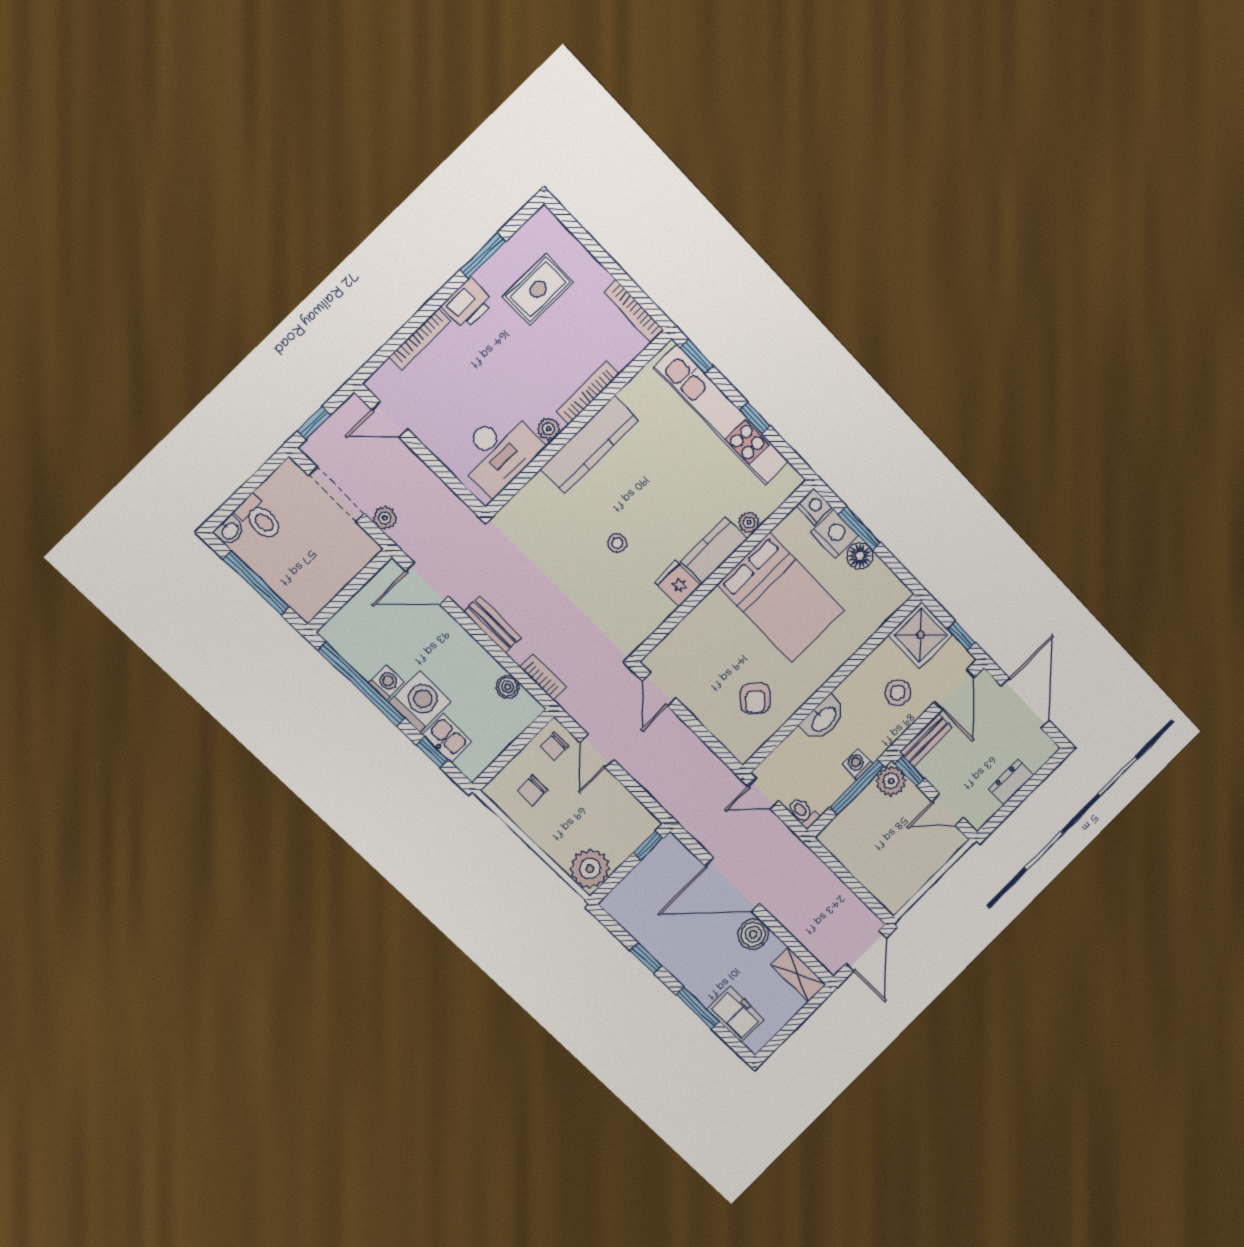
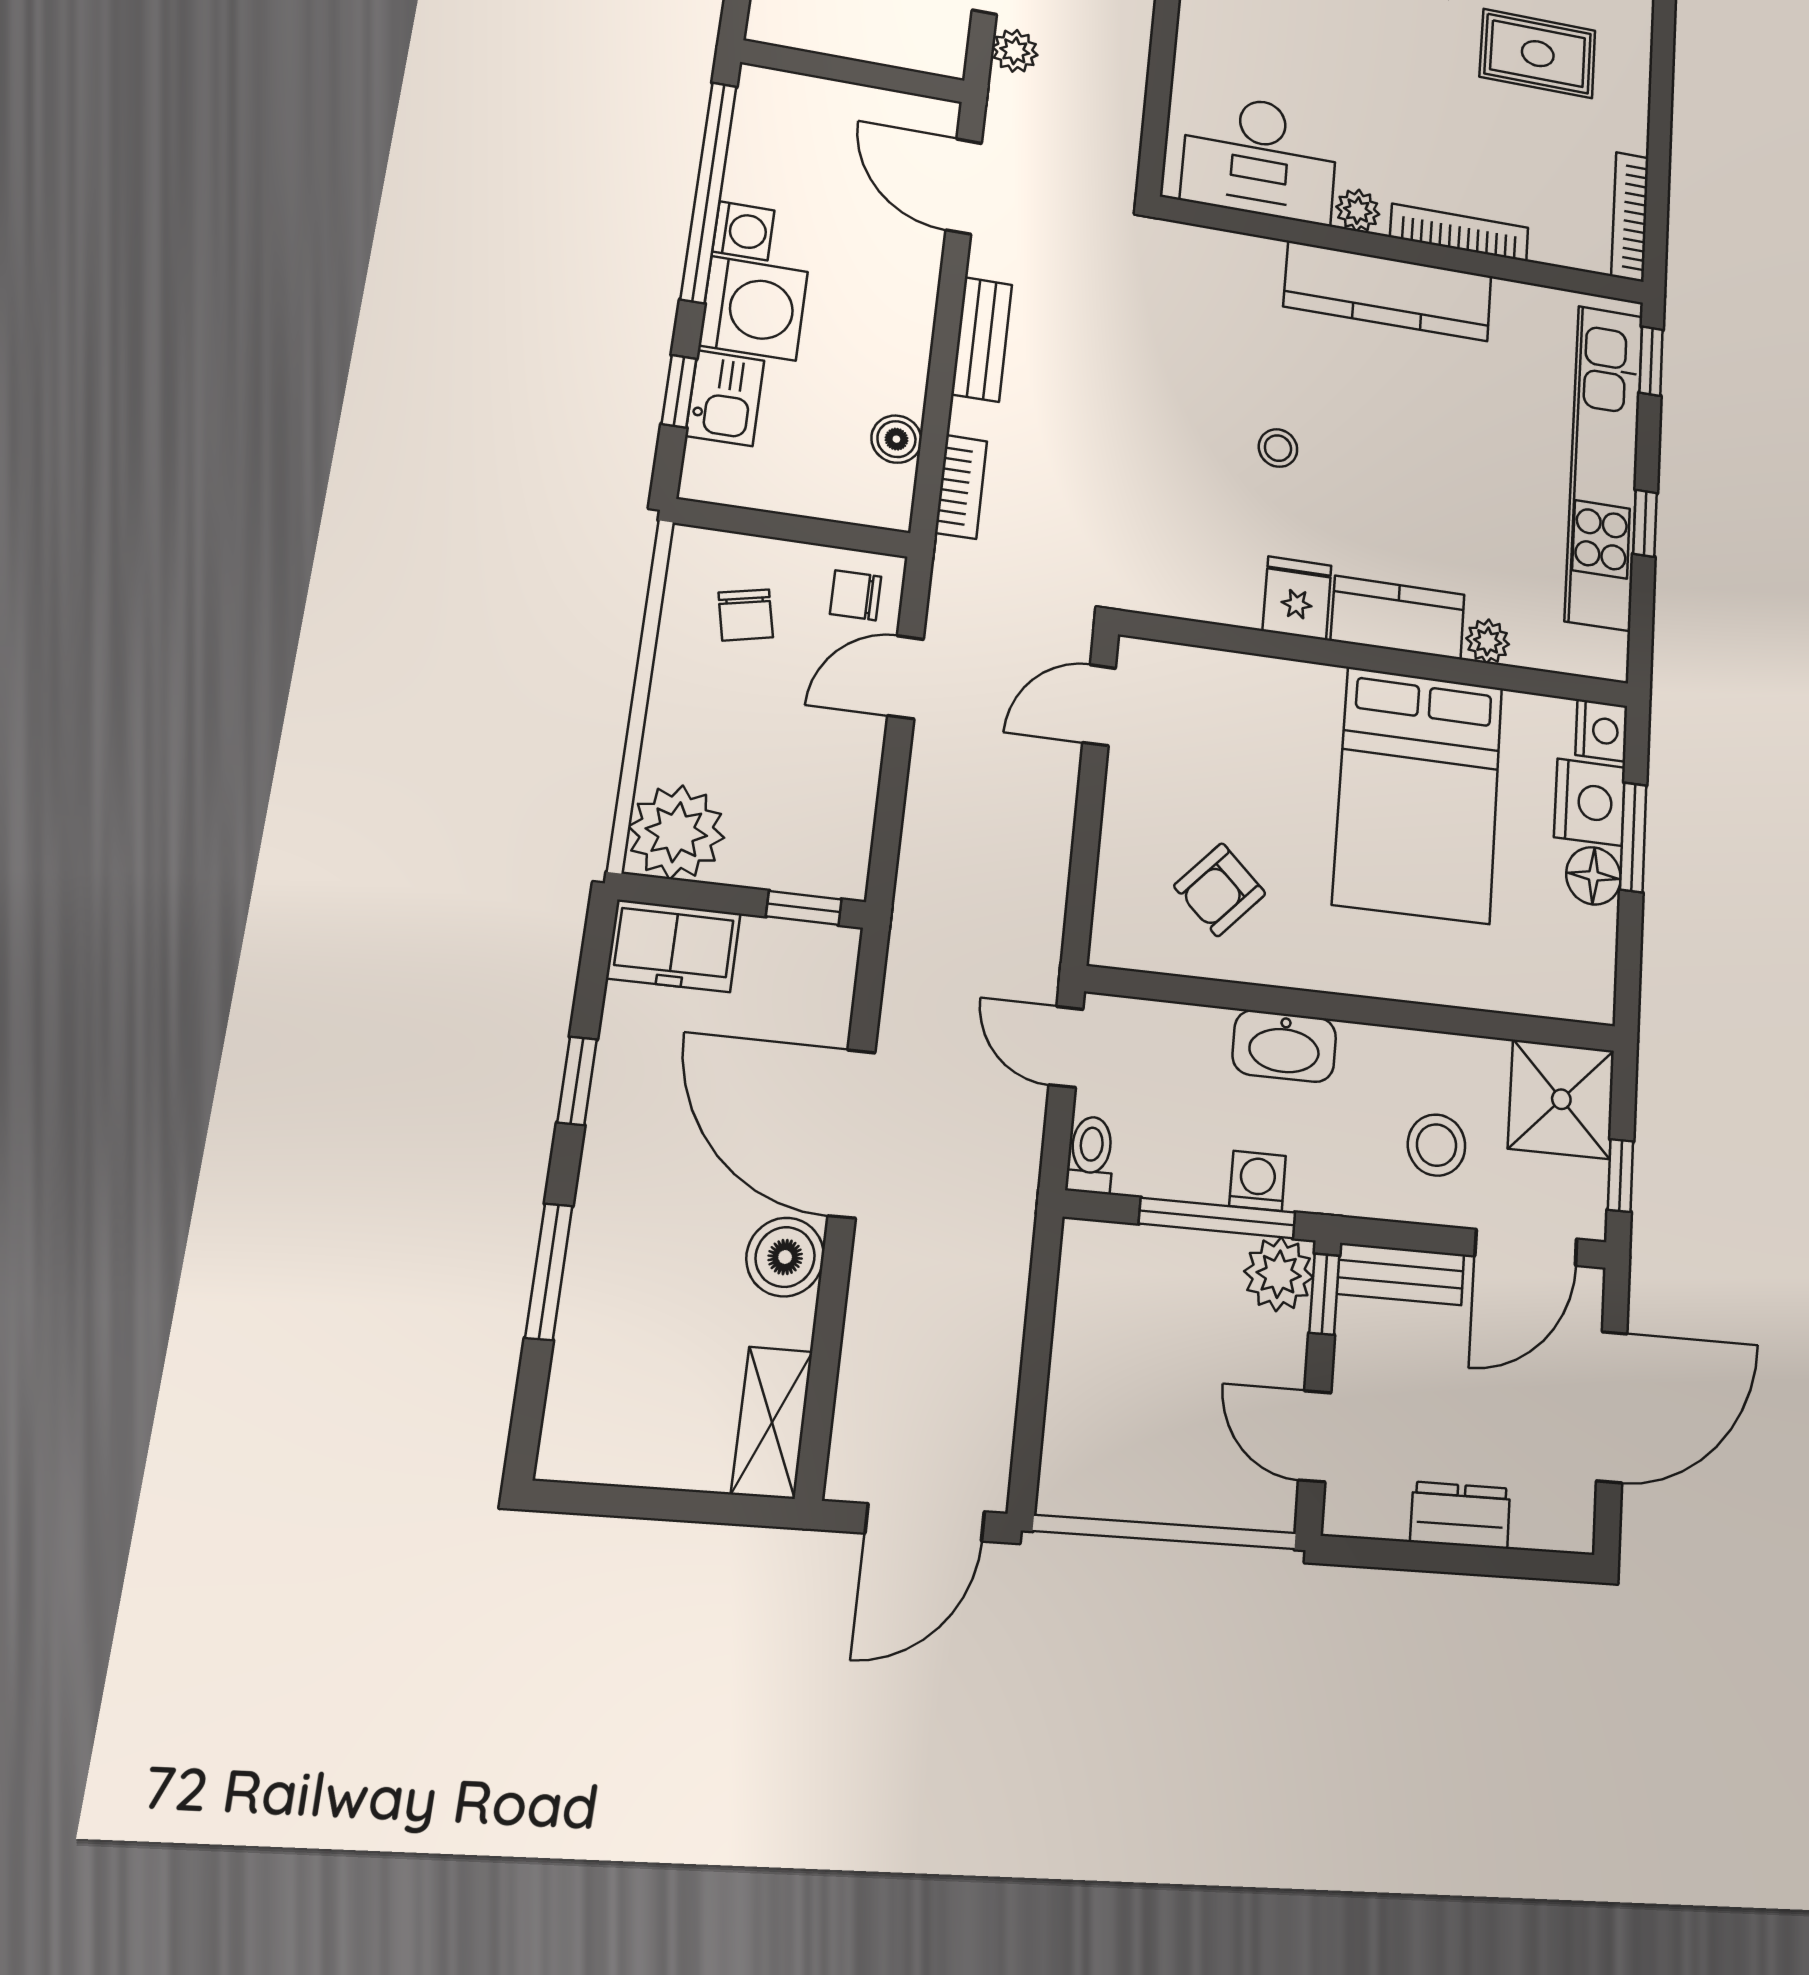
chair: (532, 790) -> (746, 615), turned -102
freezer: (735, 1014) -> (674, 946), moved, turned 90

